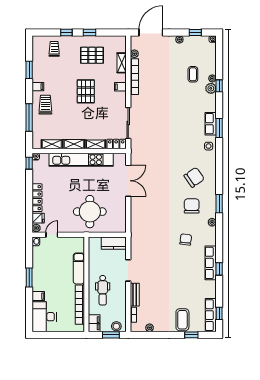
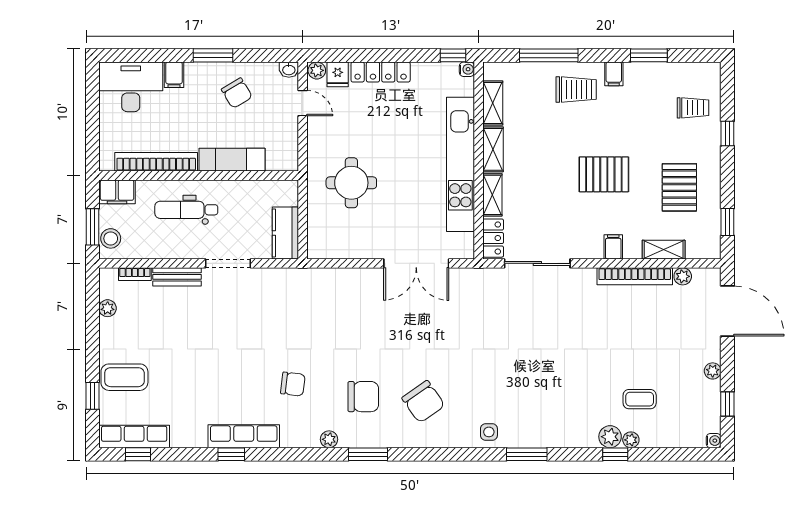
window: (90, 32) -> (727, 222), moved
row of seats: (211, 124) -> (536, 436), removed
round table: (90, 212) -> (351, 183), width x0.73, depth x0.73
chair: (47, 266) -> (237, 93), added

